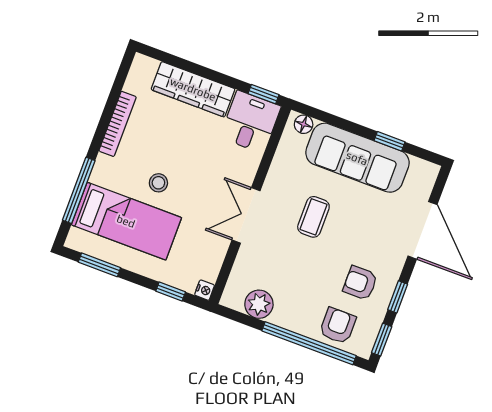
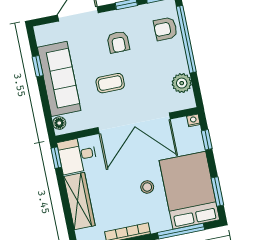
double door: (246, 215) -> (134, 123), width x1.87
bed: (126, 221) -> (189, 190), width x1.50
armchair: (360, 283) -> (118, 42), moved

